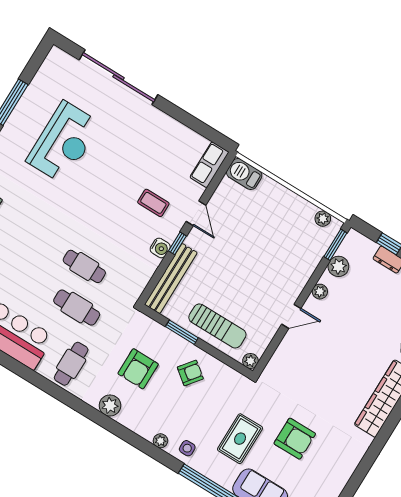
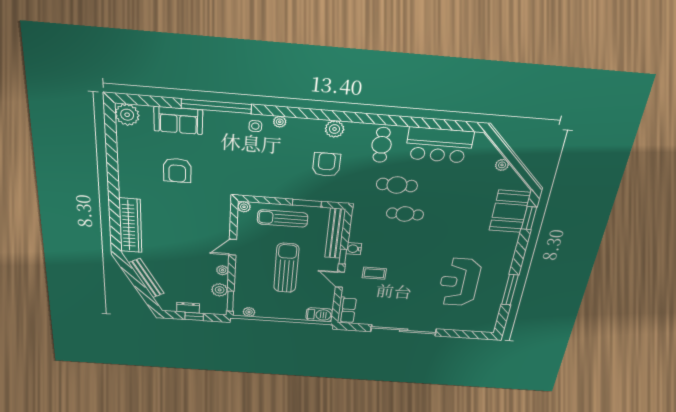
sliding door: (119, 77) -> (404, 330), moved
sun lounger: (247, 259) -> (286, 268), added
armchair: (190, 373) -> (284, 179), removed
rug: (240, 439) -> (219, 152), removed
armchair: (295, 439) -> (177, 170), turned -90

